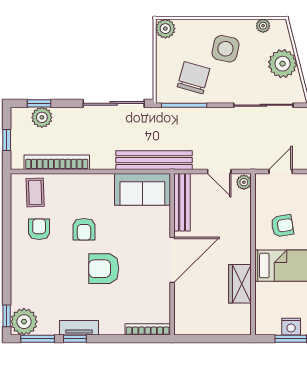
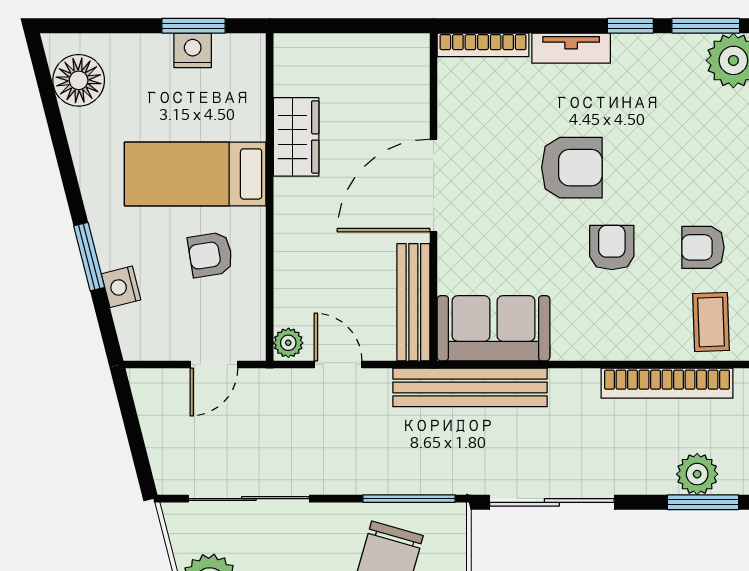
window: (39, 103) -> (703, 502), width x1.50
armchair: (39, 229) -> (703, 247), turned 90
tv unit: (79, 328) -> (571, 48), moved

